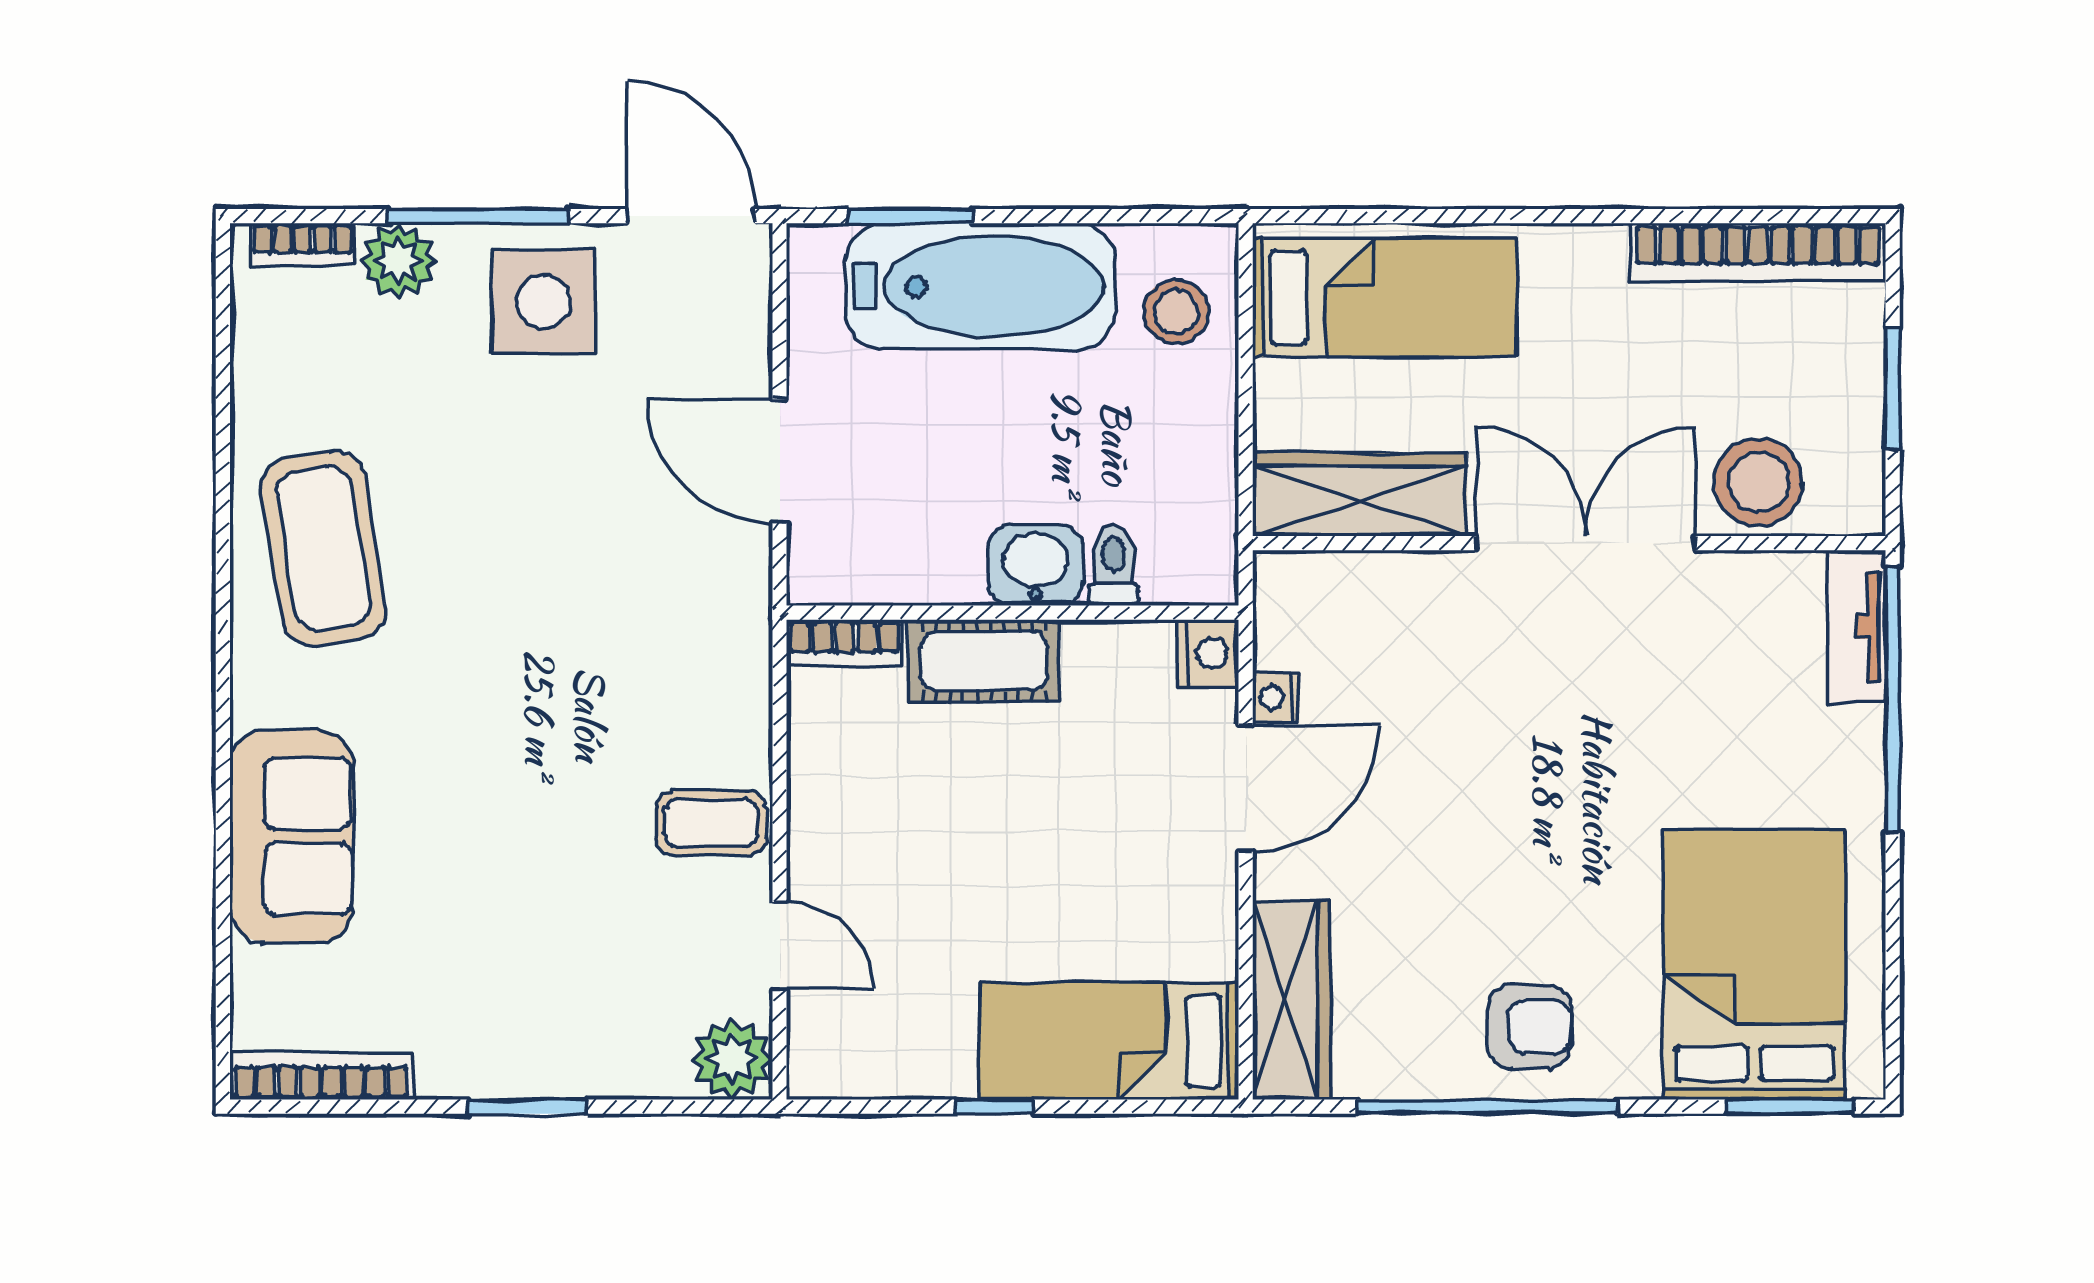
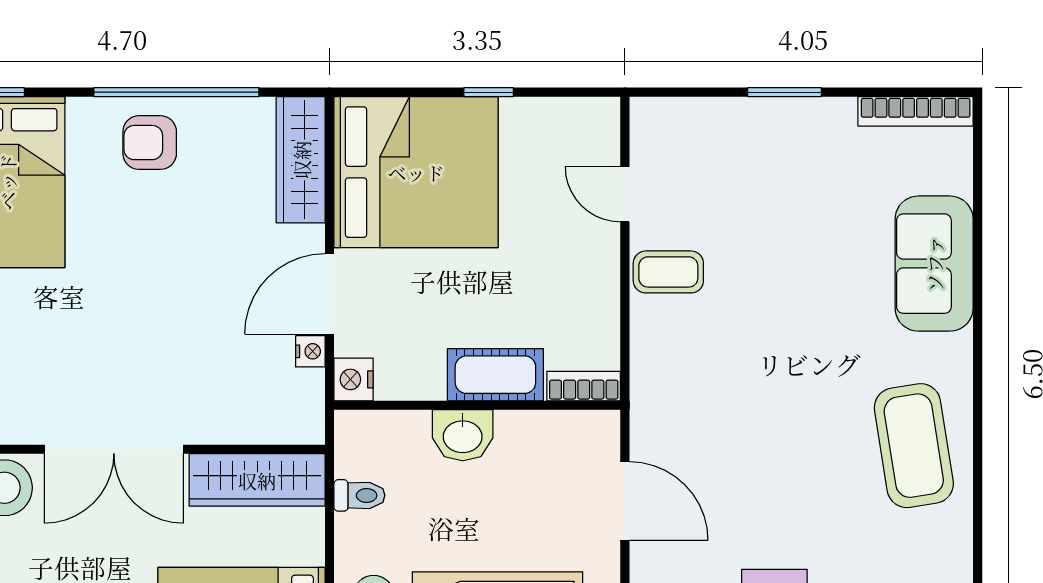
toilet: (1114, 565) -> (359, 495), moved, turned -90
bed: (1109, 1041) -> (416, 172), width x2.04
plant: (732, 1059) -> (655, 122), removed

